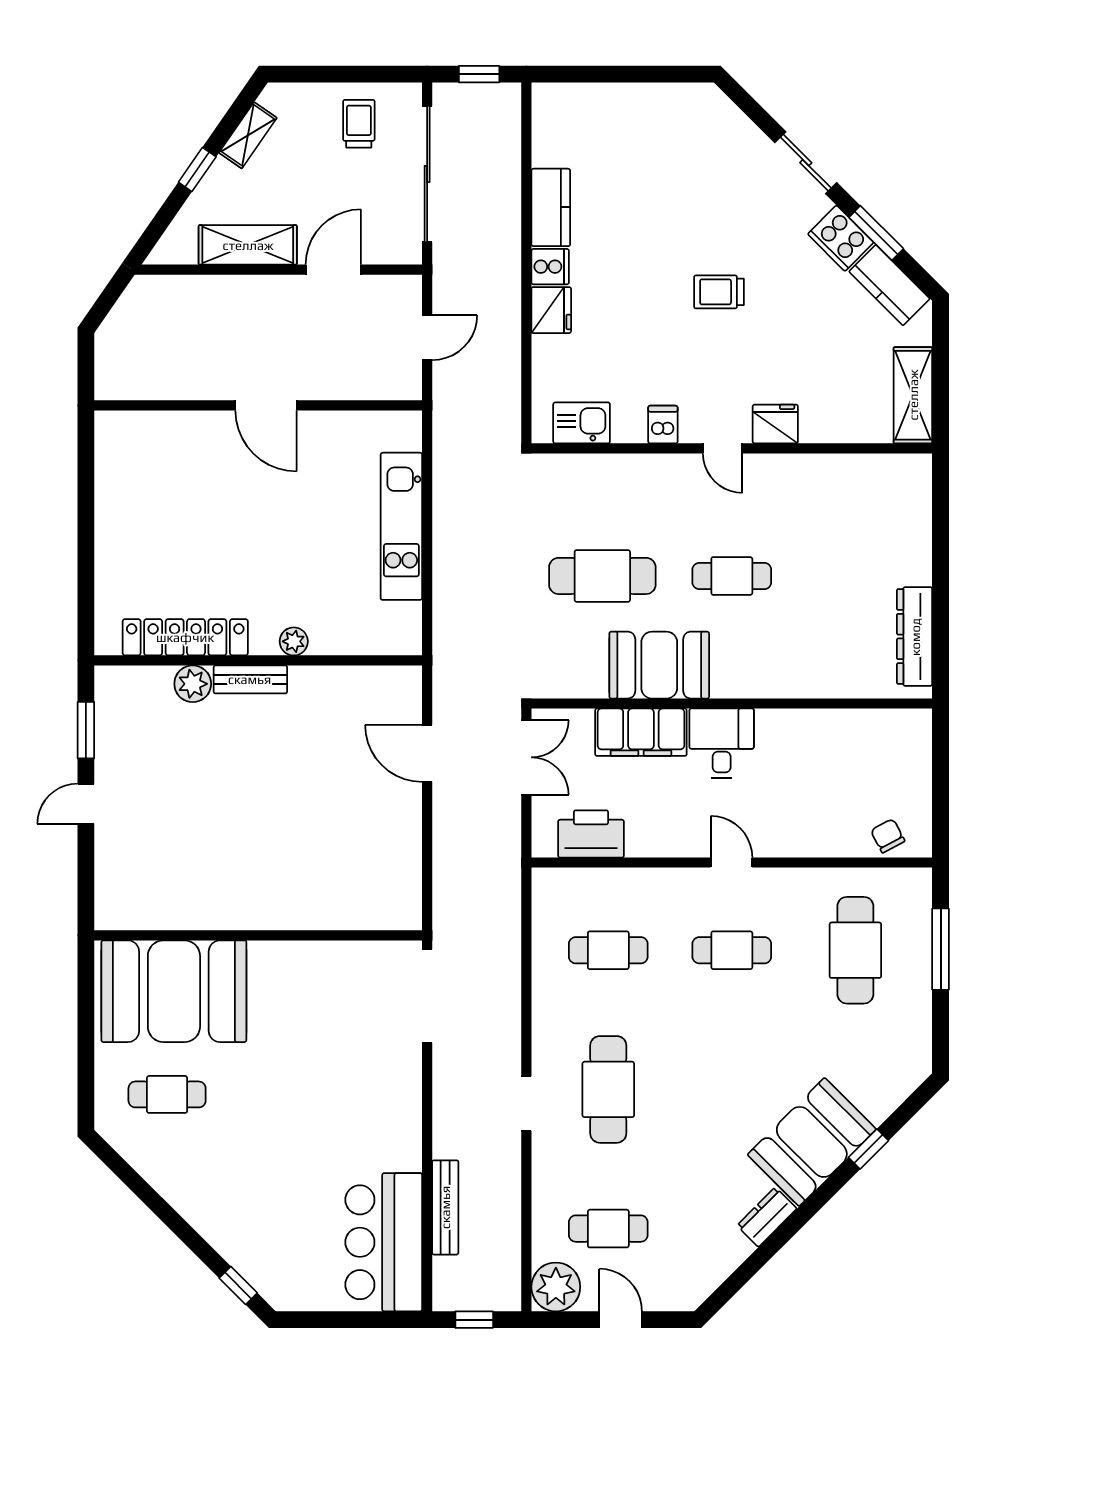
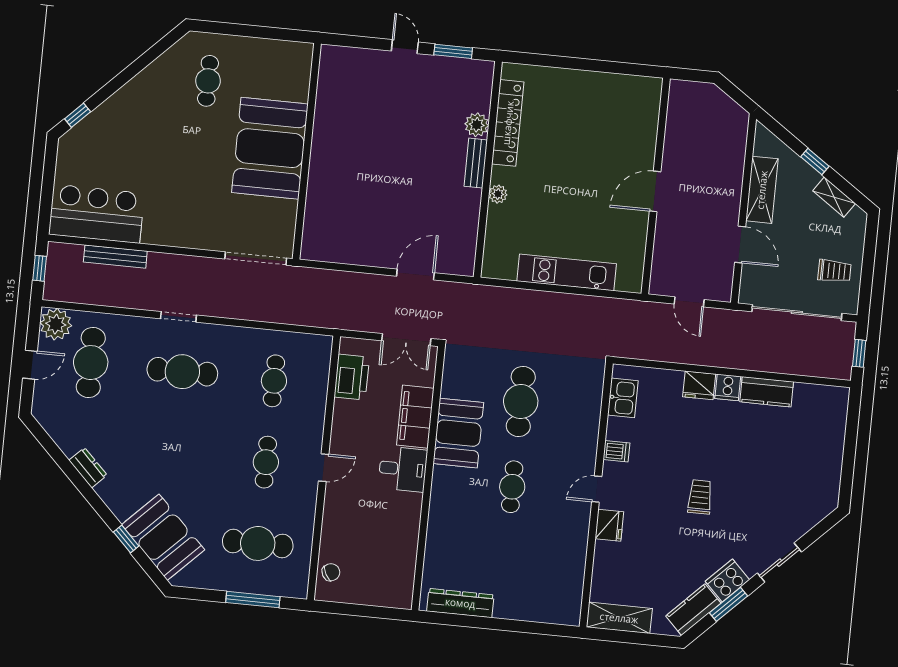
booth: (174, 991) -> (270, 148), moved
booth: (812, 1142) -> (163, 537), moved
cafe table: (608, 1229) -> (91, 363), width x1.37, depth x1.35

